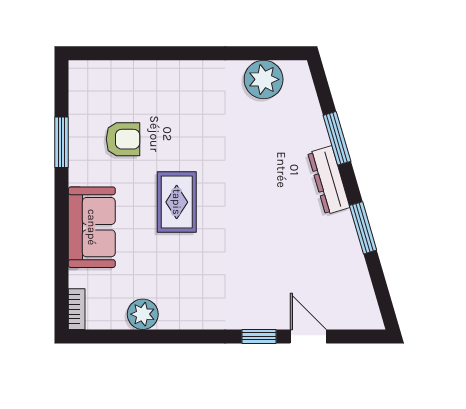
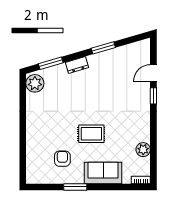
plant: (264, 79) -> (35, 83), moved
window: (337, 138) -> (51, 63), moved
window: (62, 142) -> (75, 187), moved
dresser: (329, 180) -> (77, 65), width x0.70

